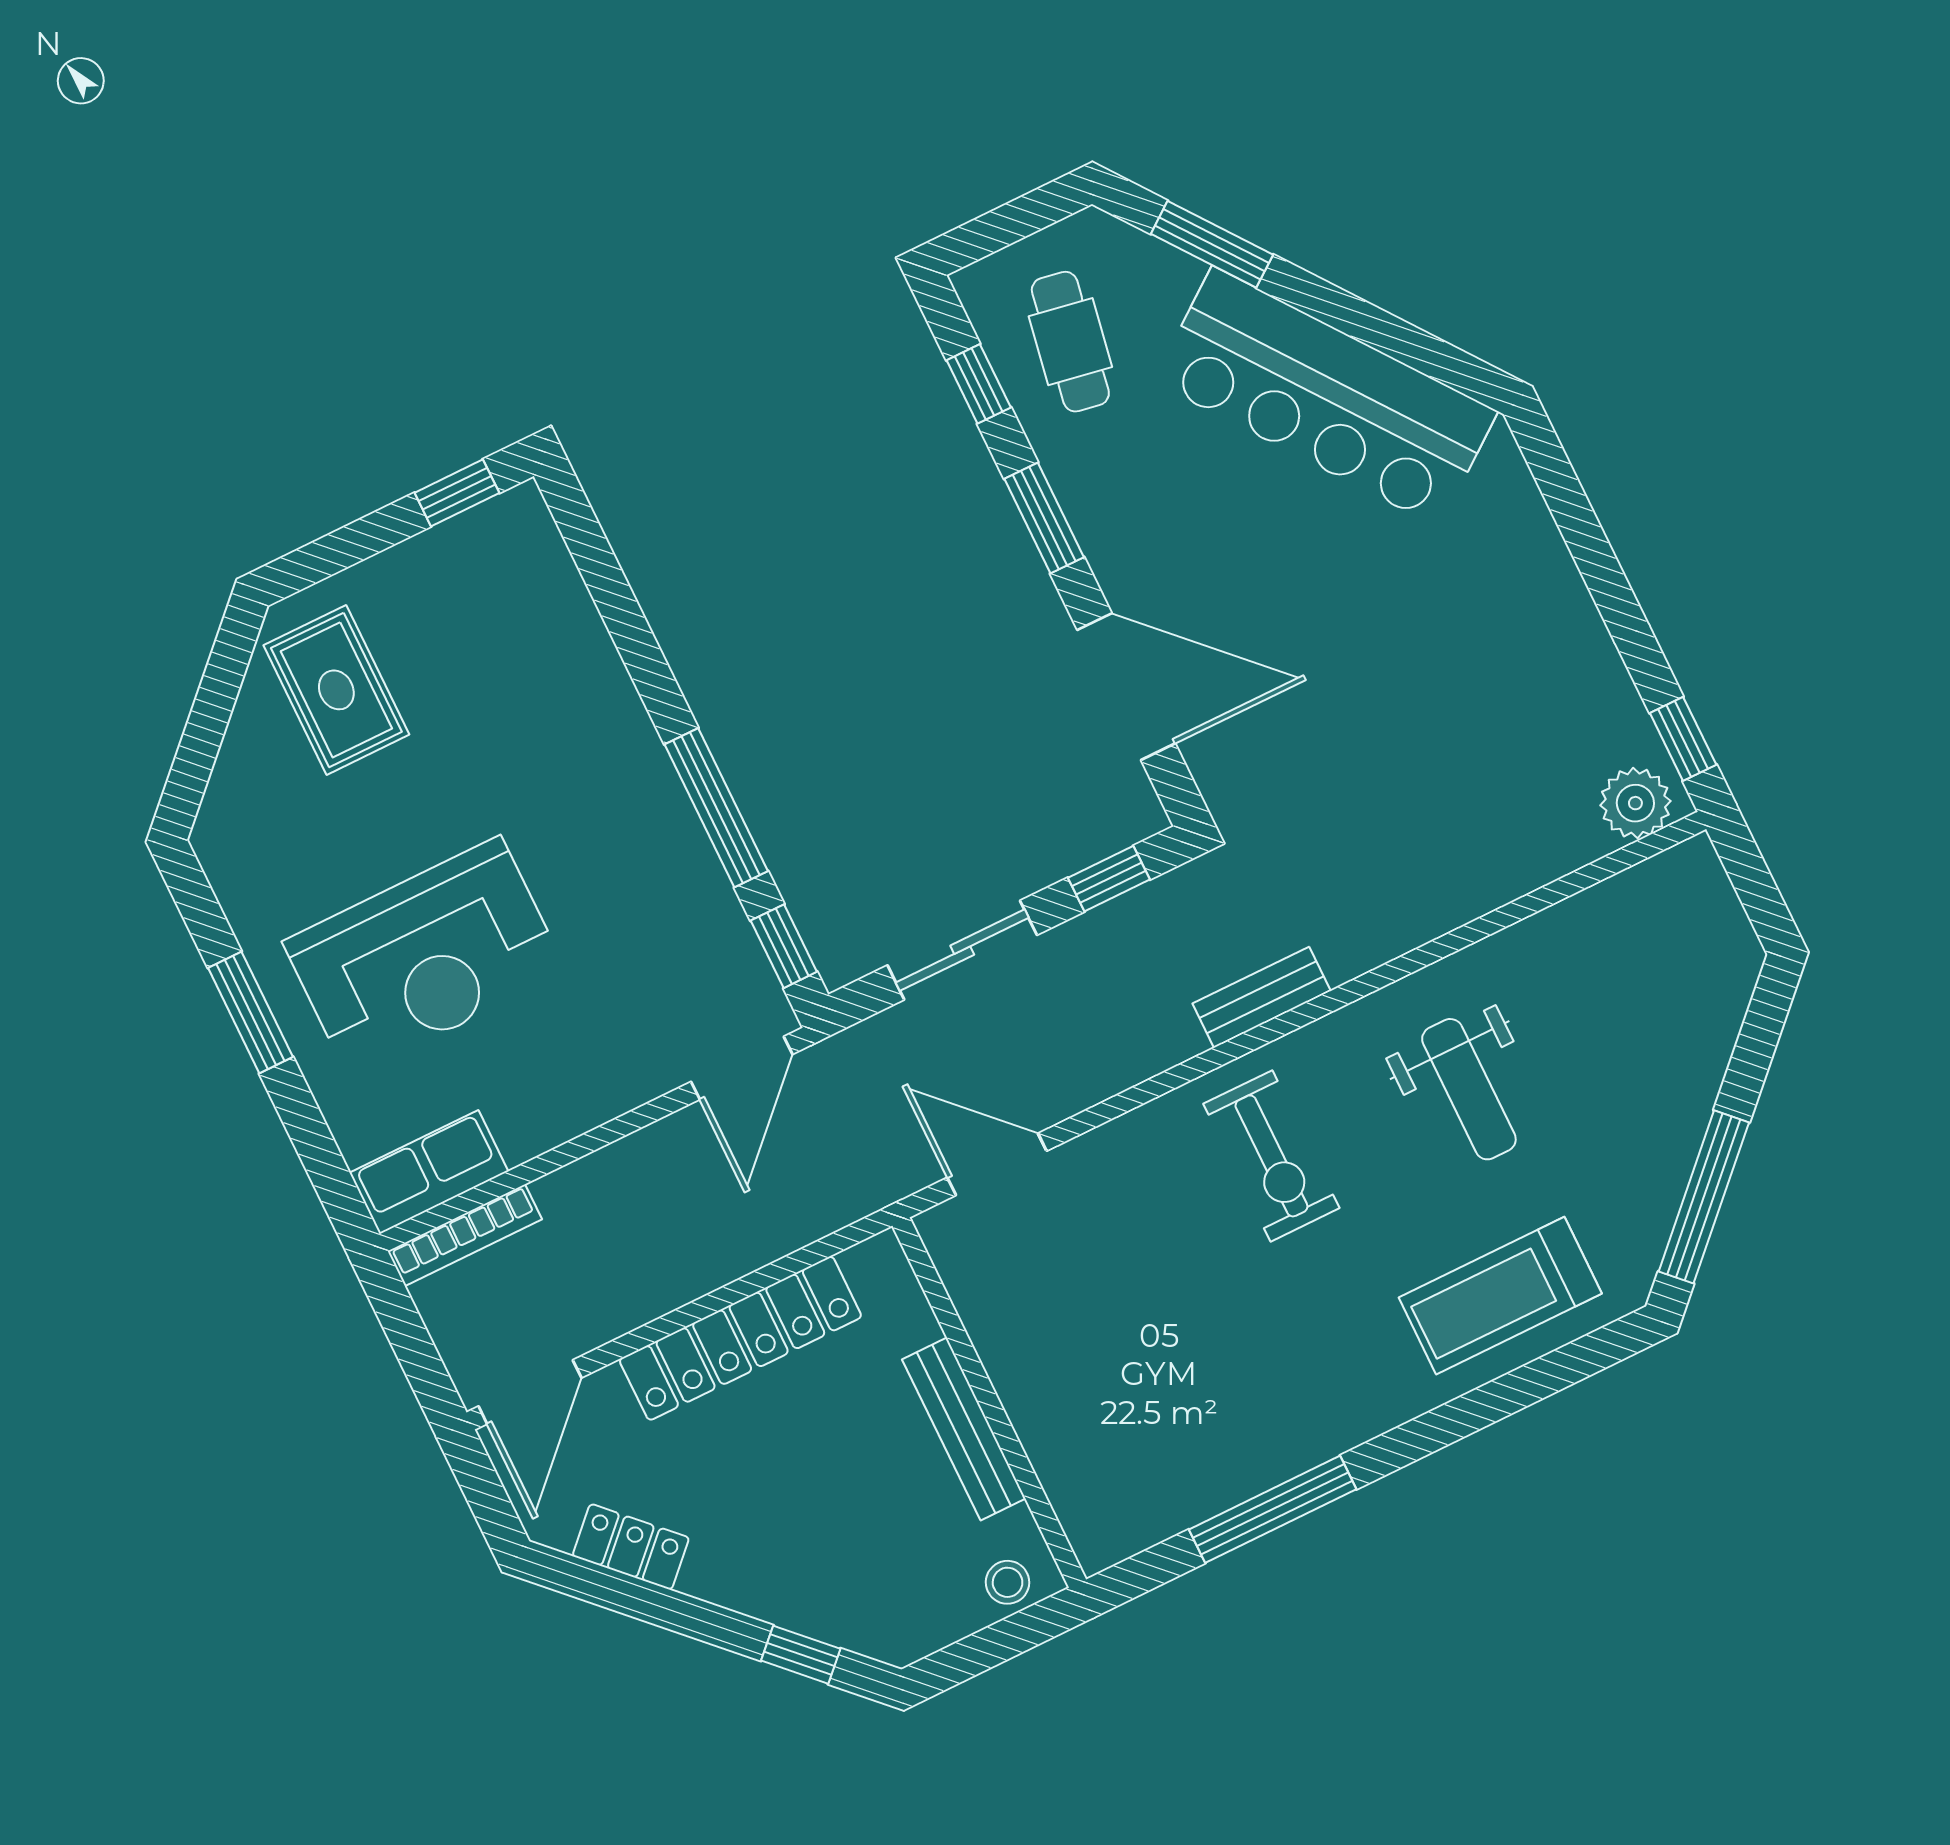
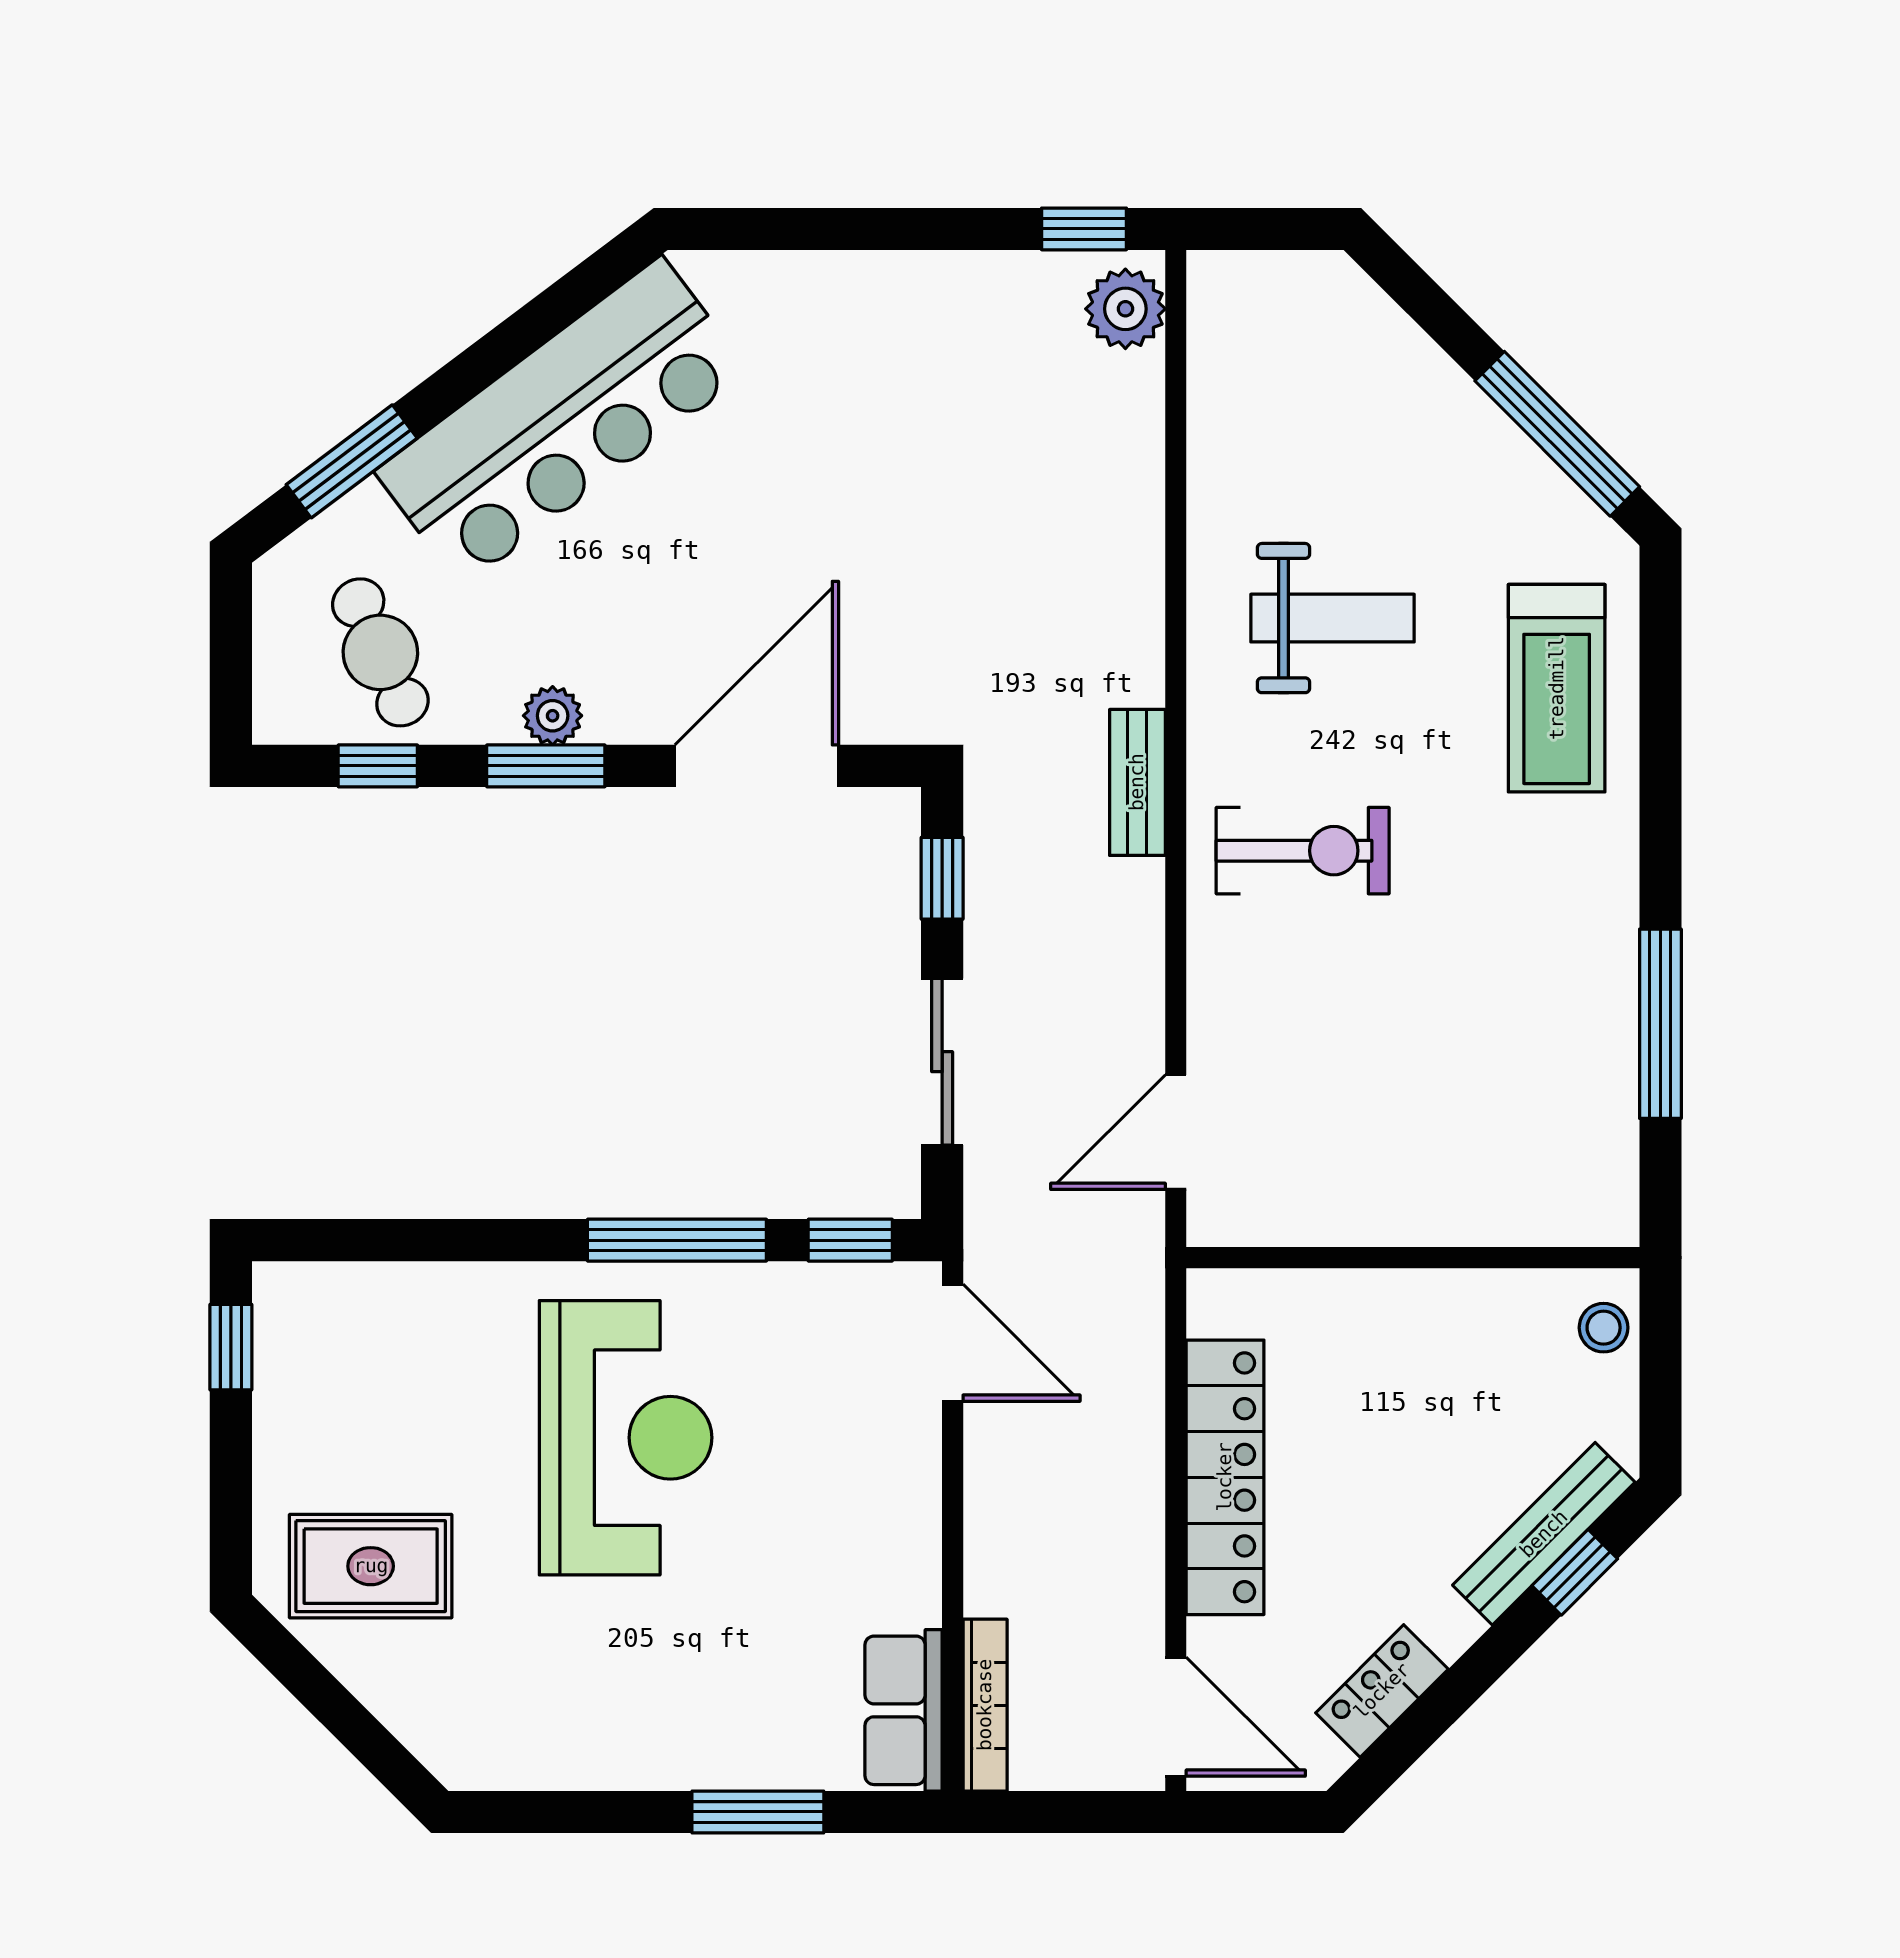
cafe table: (1070, 342) -> (380, 652), turned 56
plant: (1087, 504) -> (553, 716), added
reception desk: (425, 957) -> (626, 1438), moved
window: (250, 1012) -> (758, 1812), moved
bench: (964, 1429) -> (1544, 1534), moved, turned -45

